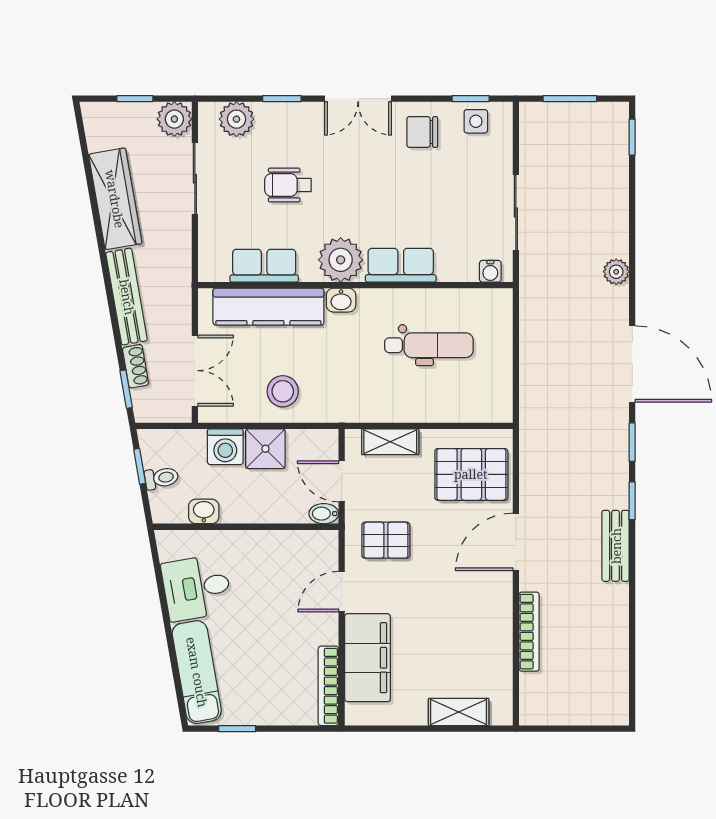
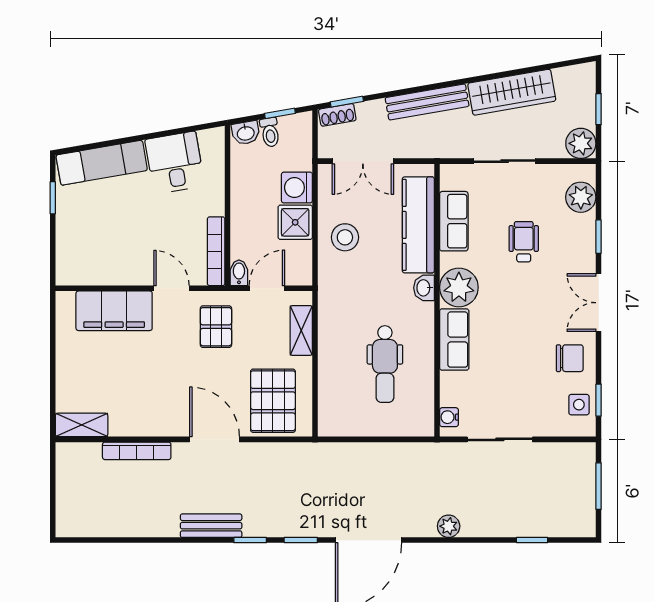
chair: (422, 132) -> (570, 358), turned 90
window: (632, 137) -> (532, 540), moved
sliding door: (195, 179) -> (505, 161), moved
shoe rack: (136, 366) -> (337, 115), moved
washbasin: (204, 511) -> (246, 133), moved, turned 80
bookcase: (328, 686) -> (216, 251), moved, turned -90
shelving: (459, 712) -> (82, 425), moved, turned 90

